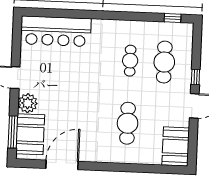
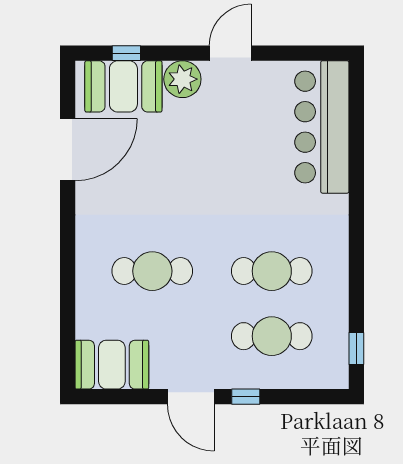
cafe table: (130, 61) -> (272, 271), width x1.37, depth x1.35
window: (13, 132) -> (126, 53), width x0.46
door: (62, 165) -> (68, 150), hinge flipped

